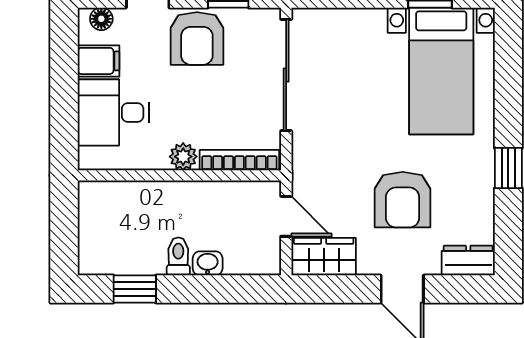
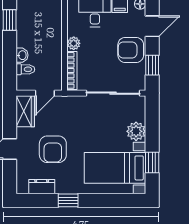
plant: (365, 27) -> (136, 131), added
armchair: (403, 200) -> (53, 149), turned -90
toilet: (178, 256) -> (25, 69), moved
dresser: (468, 260) -> (42, 187), moved, turned -90

